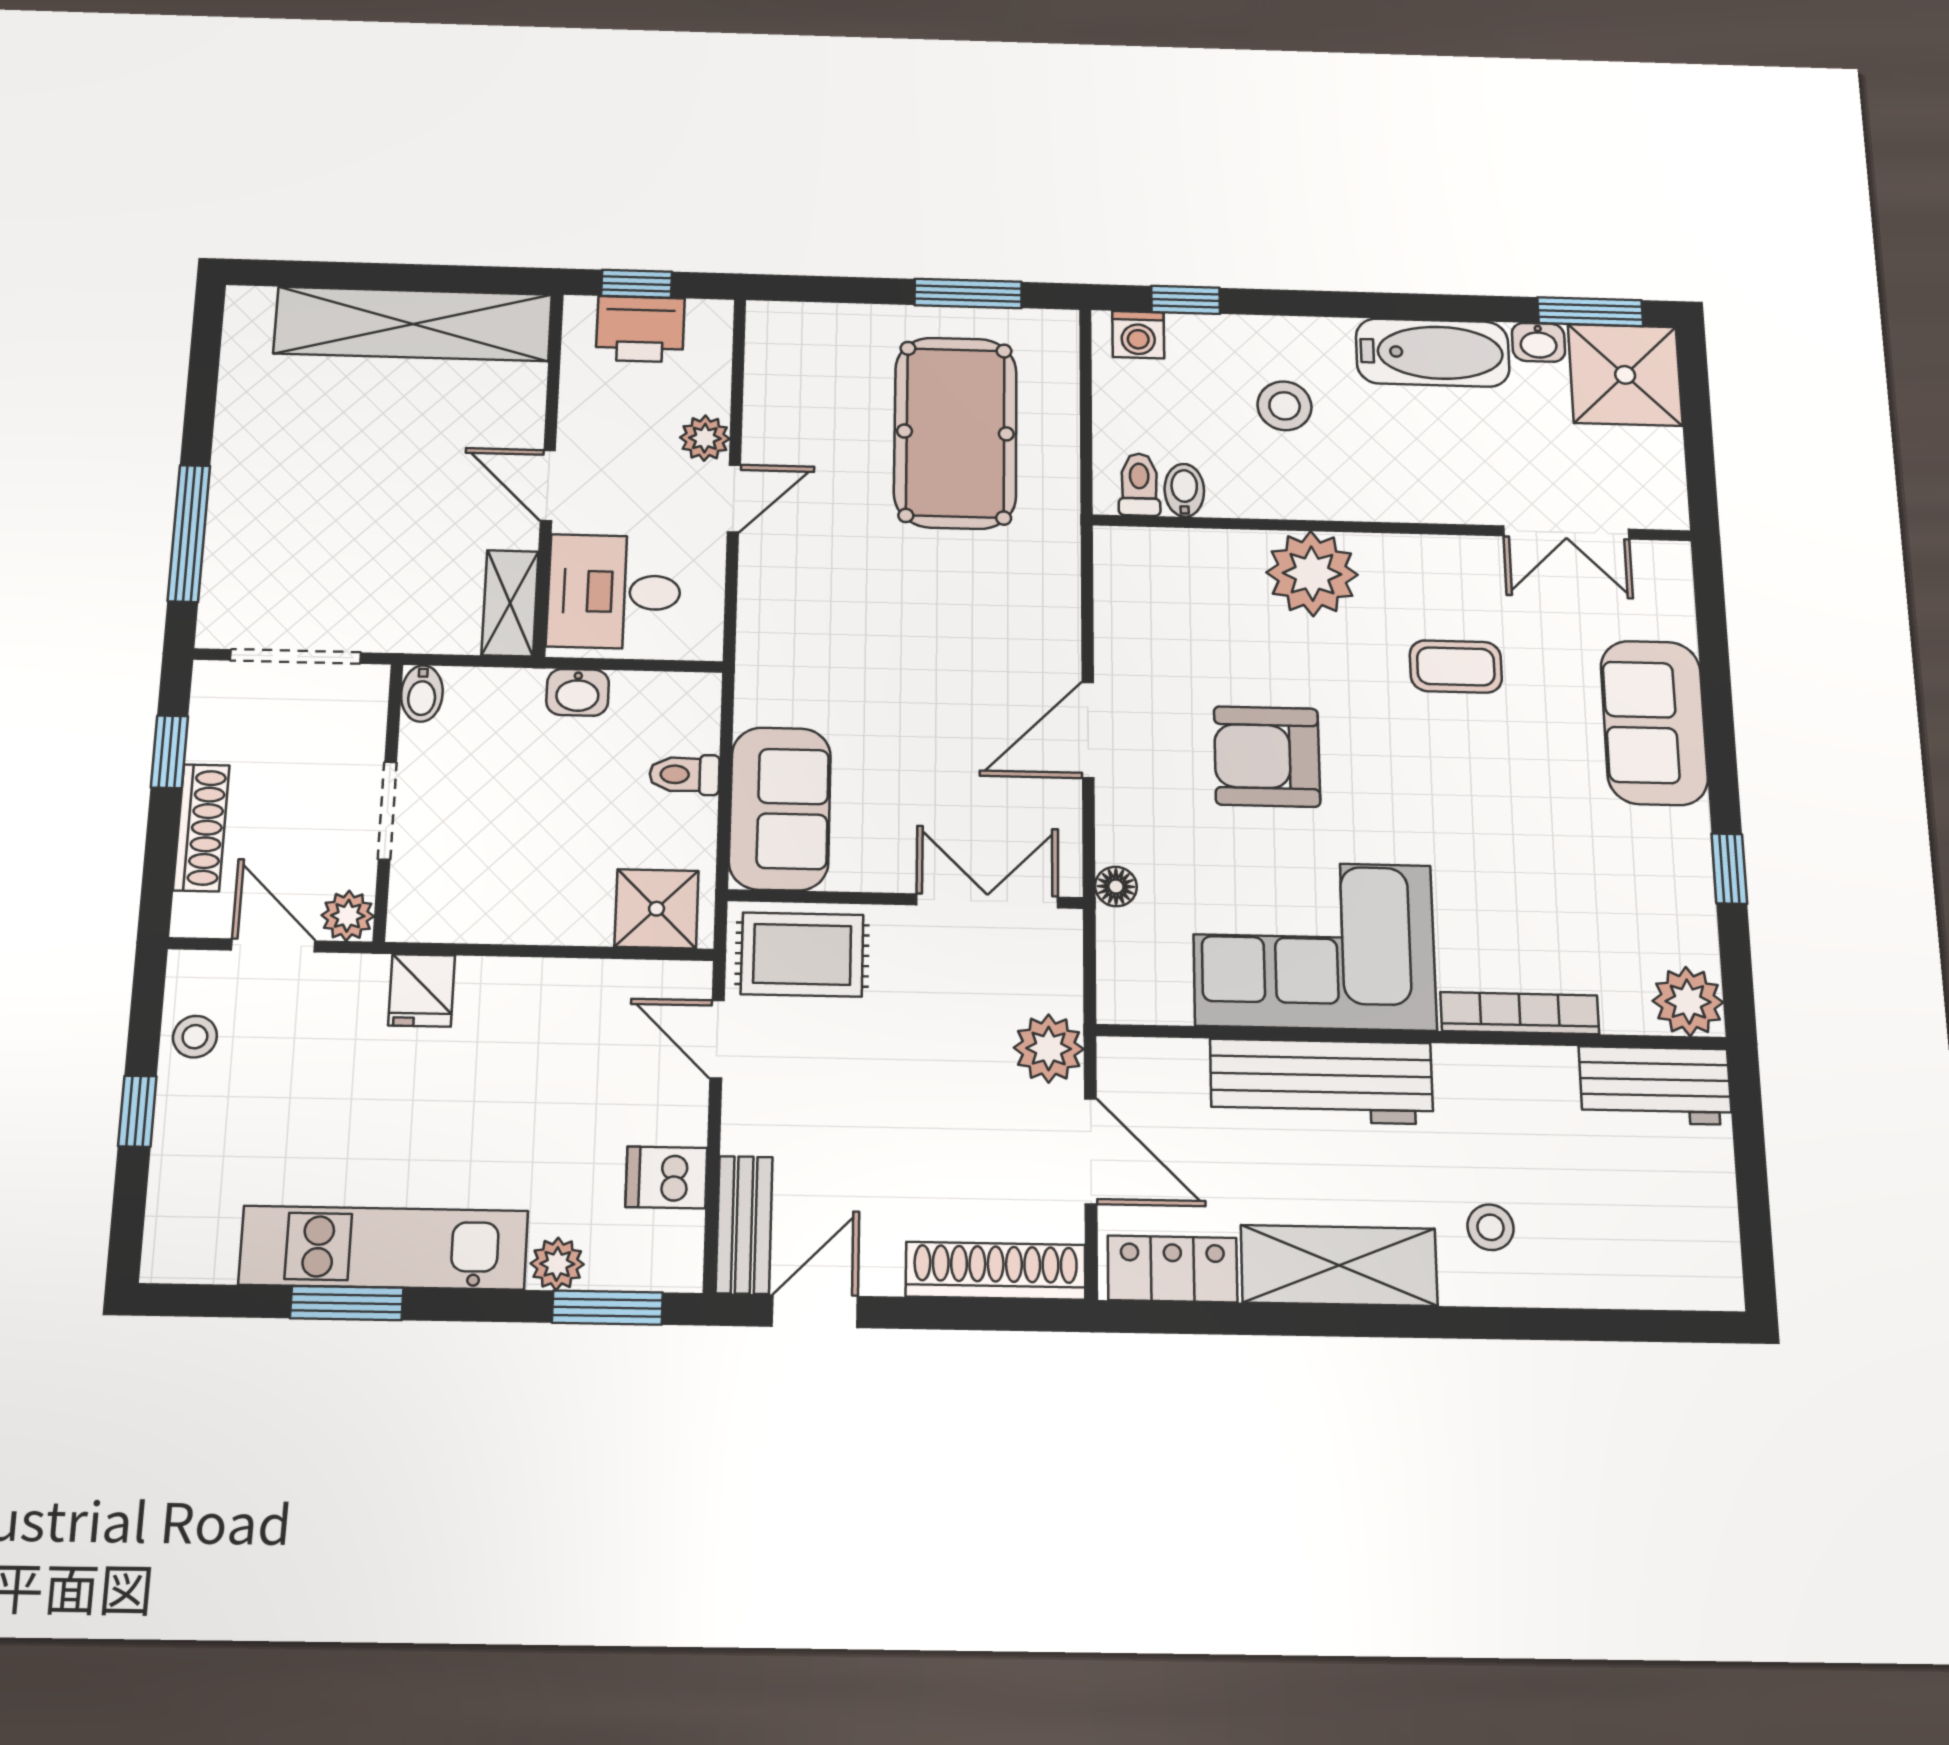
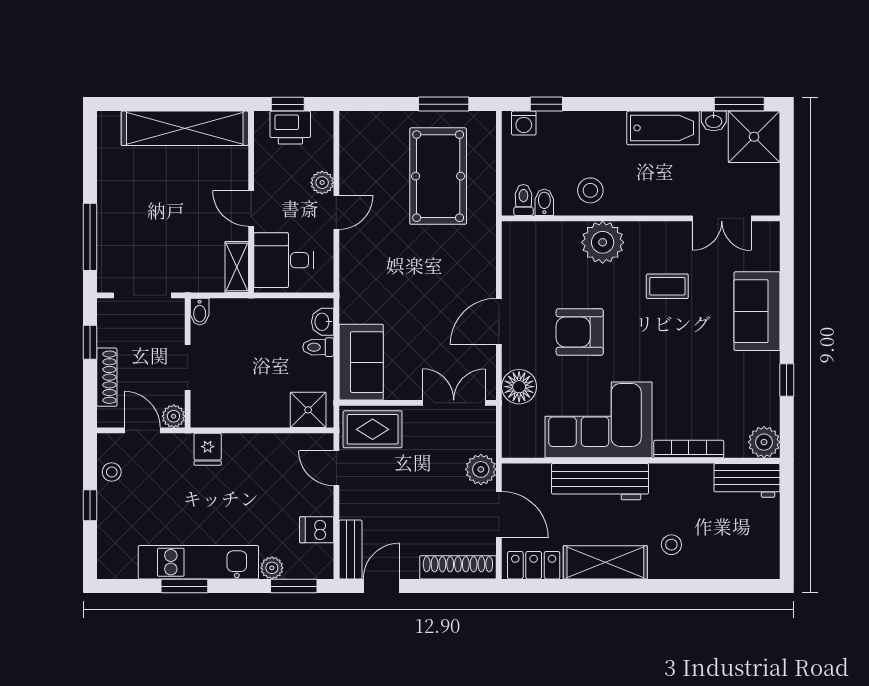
stool: (1285, 406) -> (590, 190), moved
washbasin: (578, 692) -> (323, 322), moved, turned 90
floor lamp: (1116, 887) -> (519, 387), width x1.89, depth x1.89

